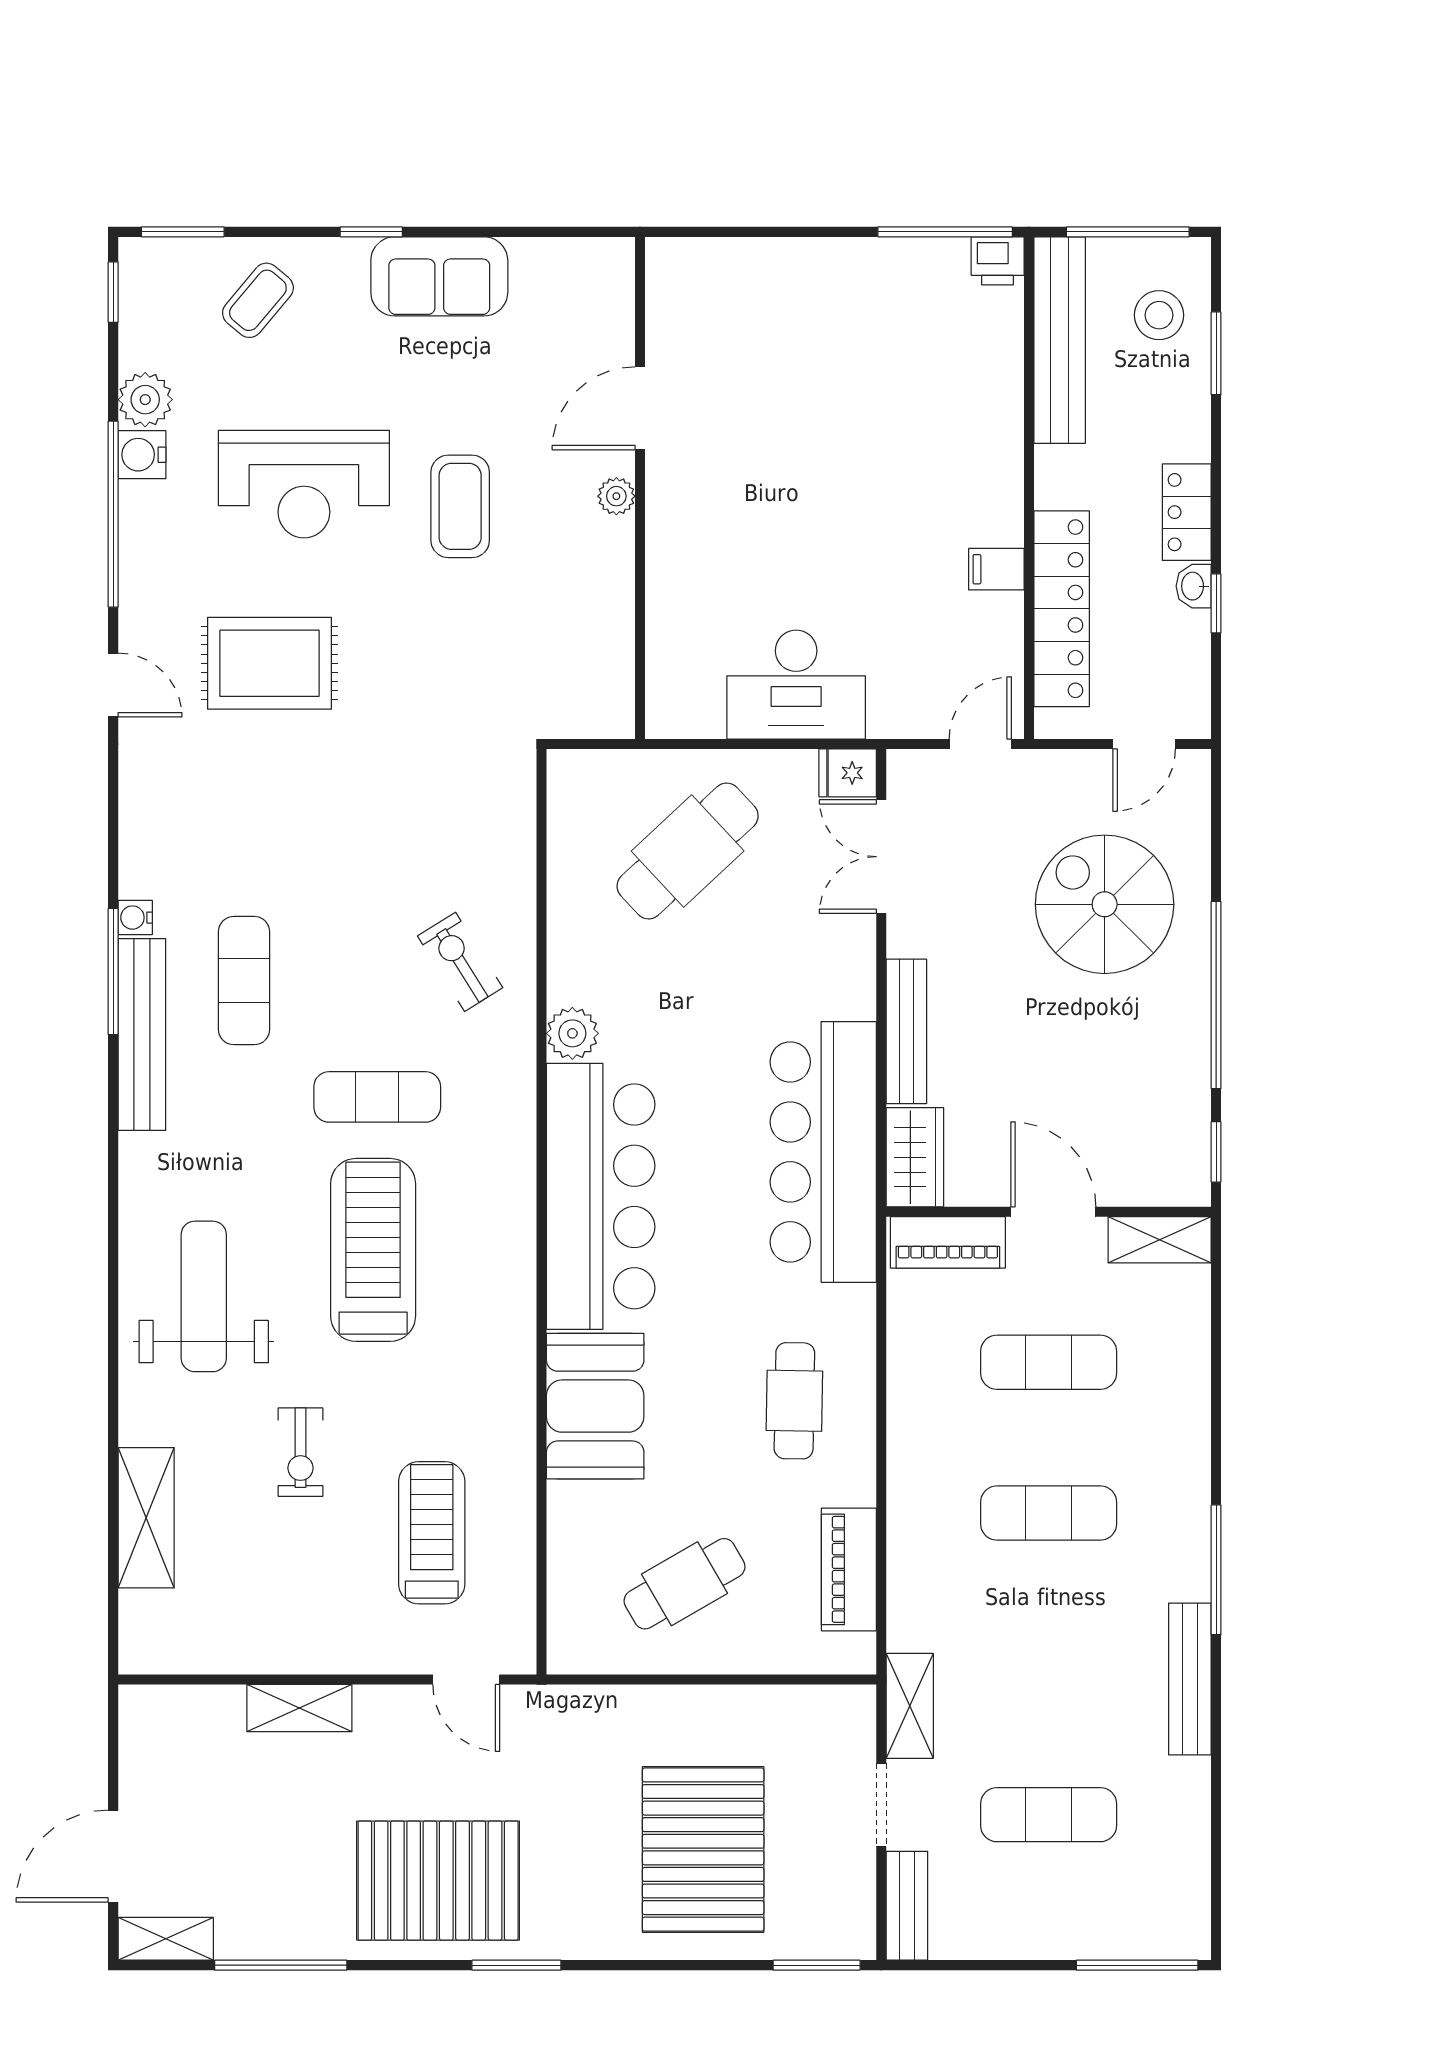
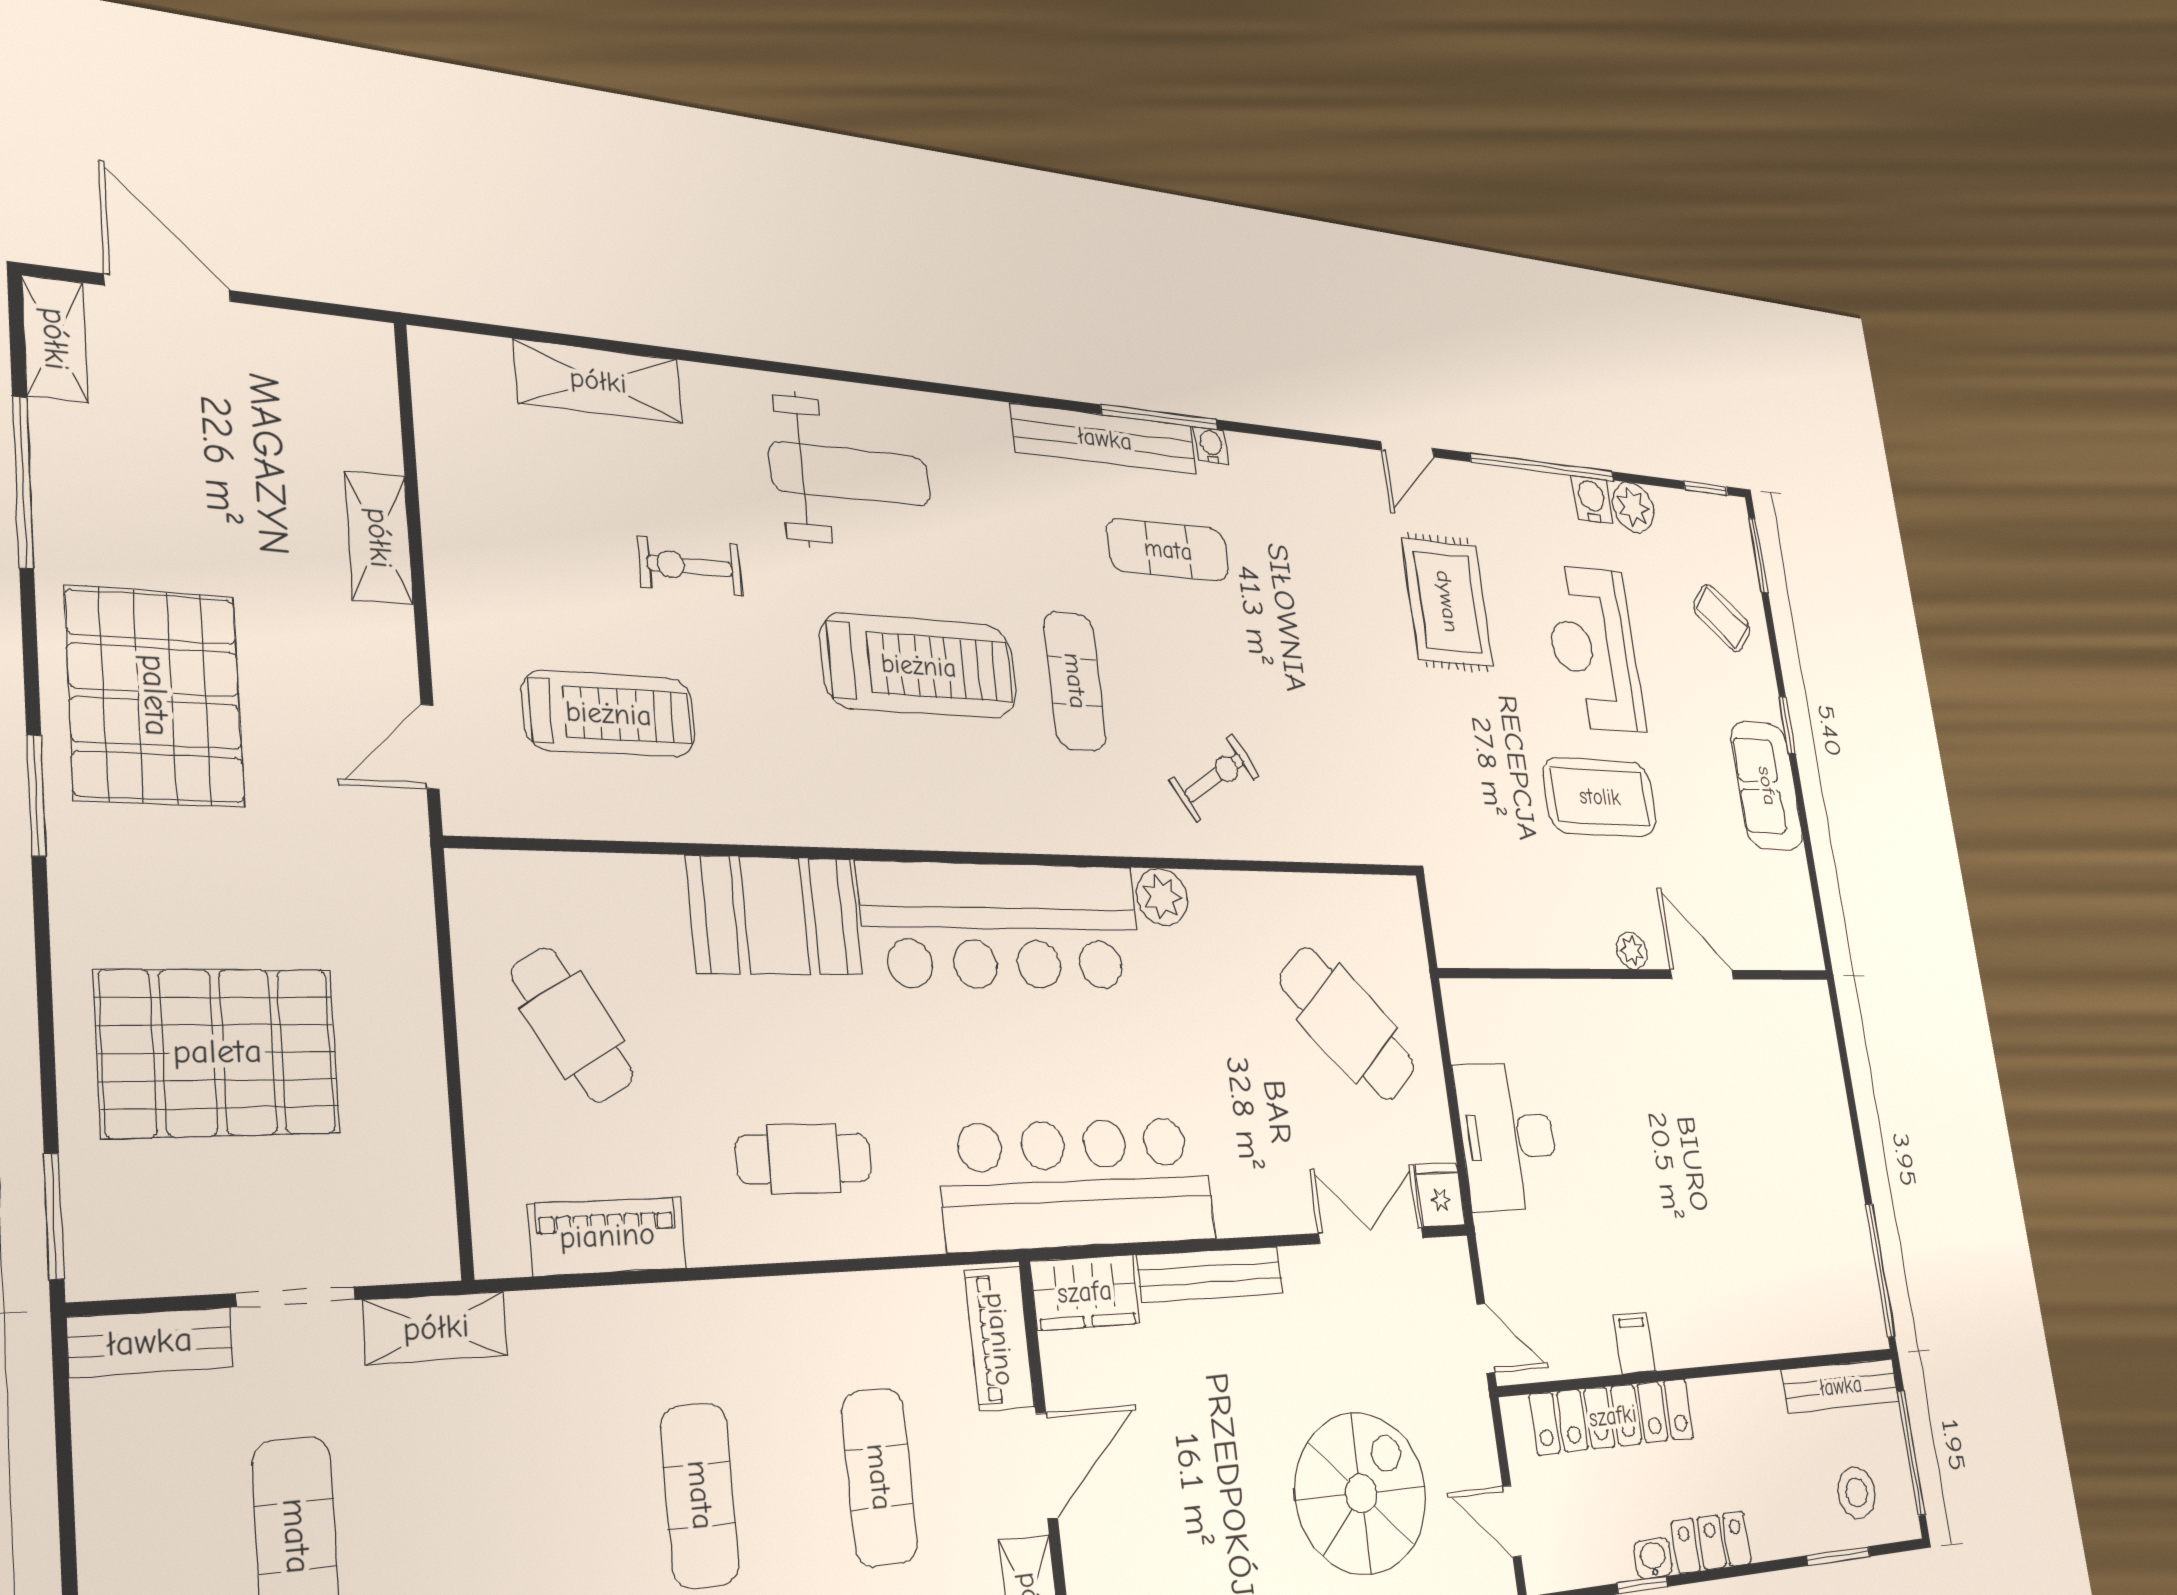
printer: (998, 261) -> (1868, 1324), removed
bench: (1060, 340) -> (1841, 1386), width x0.73, depth x0.82
coffee table: (460, 506) -> (1600, 797), width x1.36, depth x1.32

